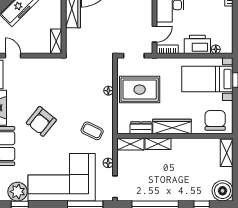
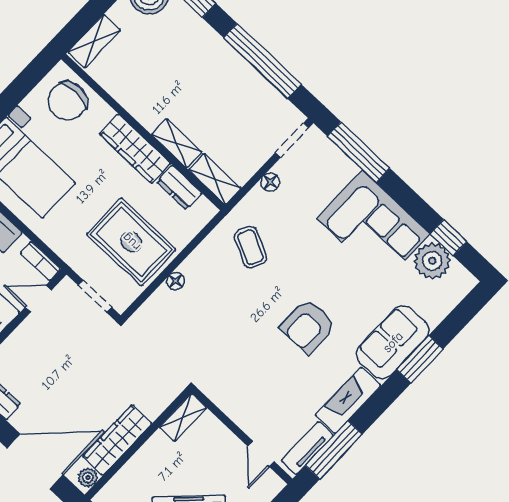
armchair: (41, 121) -> (308, 326), turned 141
corner sofa: (62, 177) -> (373, 226), width x0.73, depth x0.74

